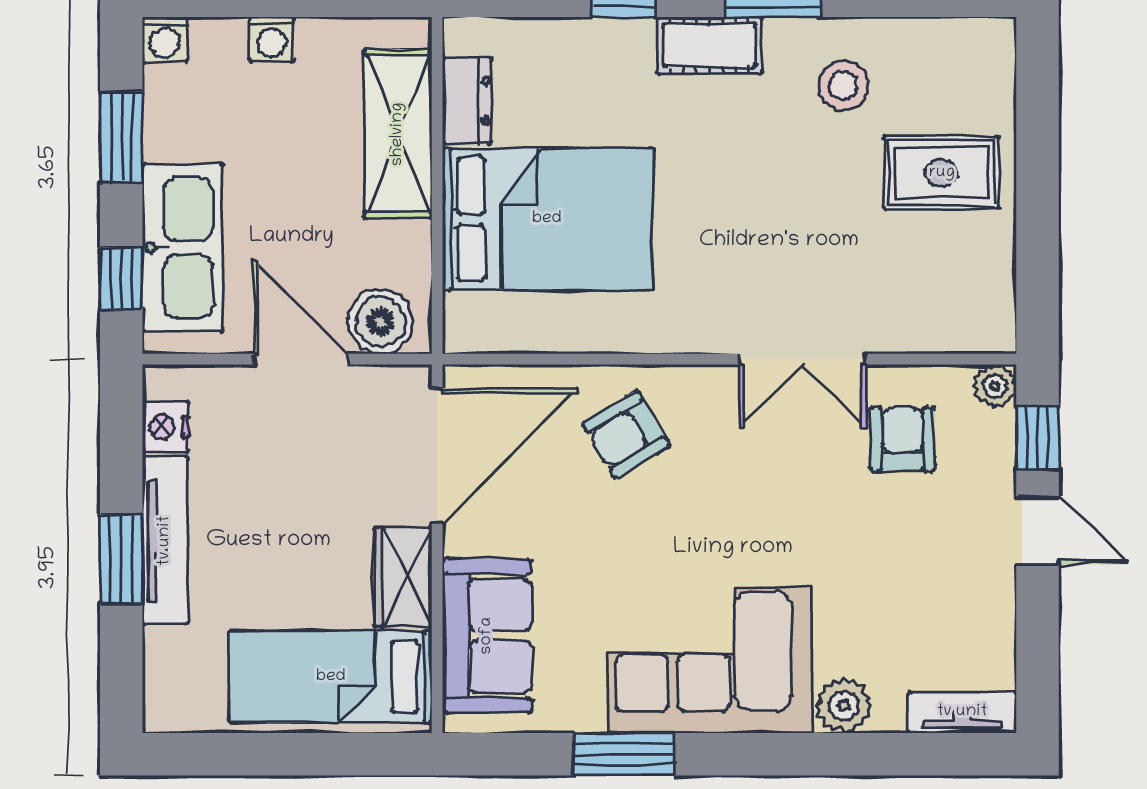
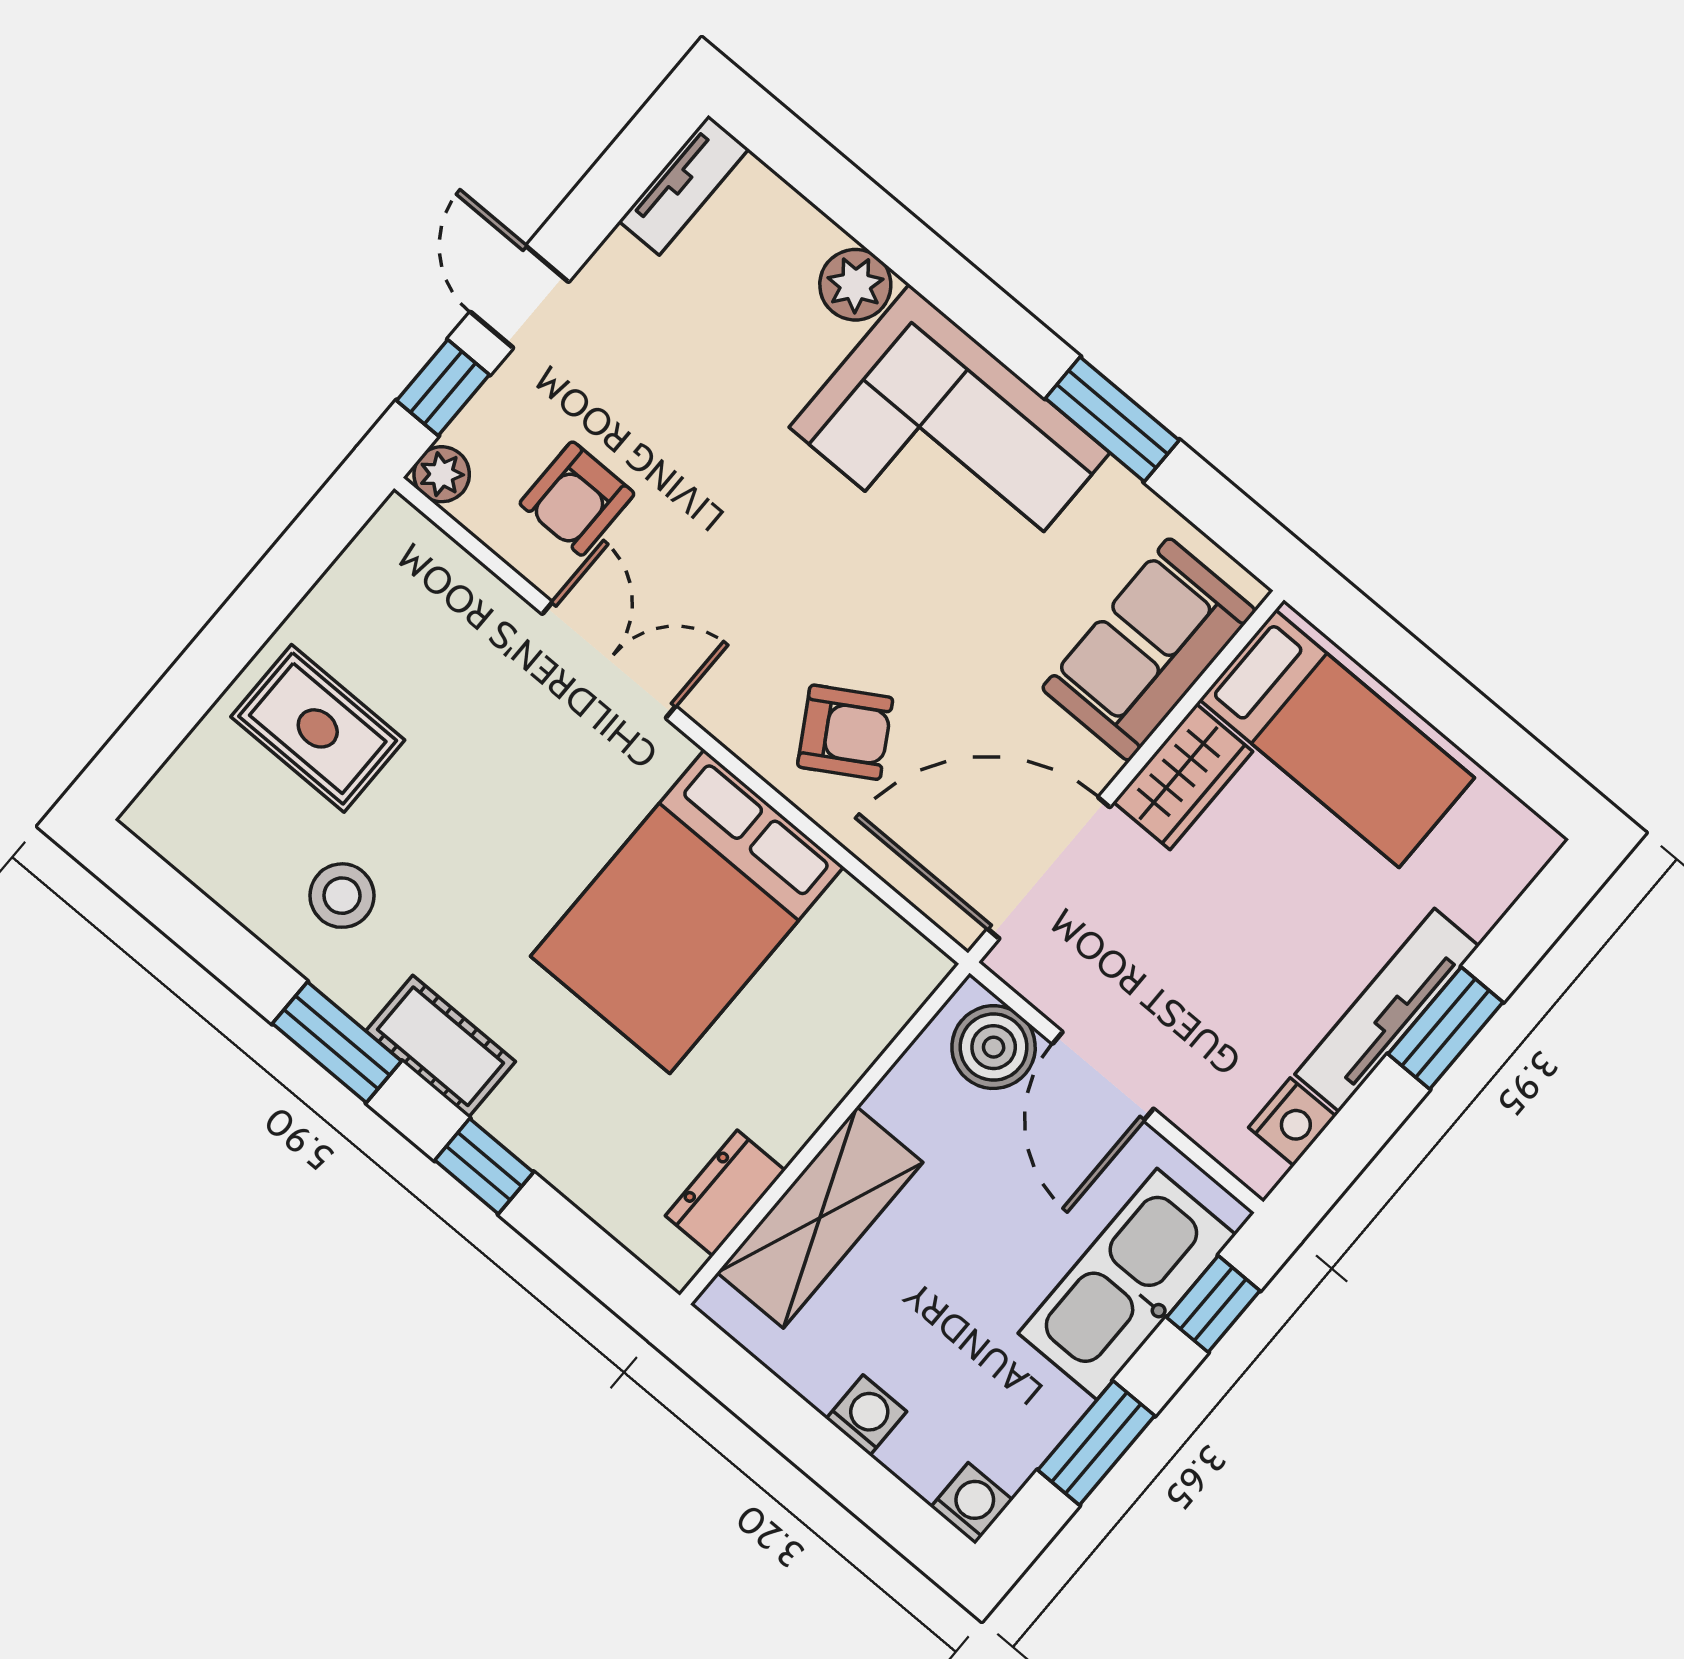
bed: (547, 219) -> (687, 911), moved, turned -90
tv unit: (962, 712) -> (684, 185), moved, turned -90

